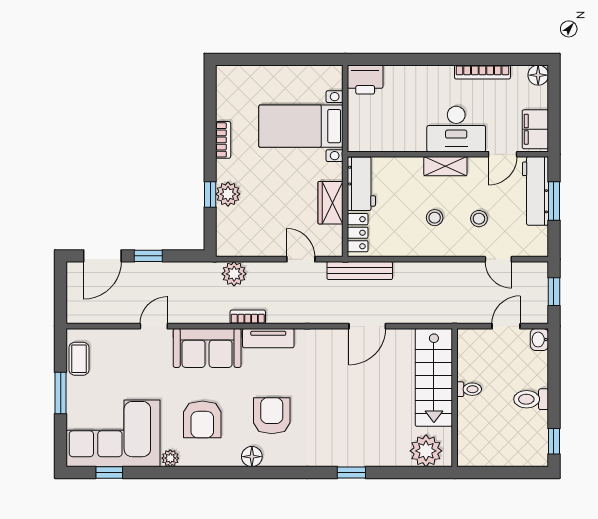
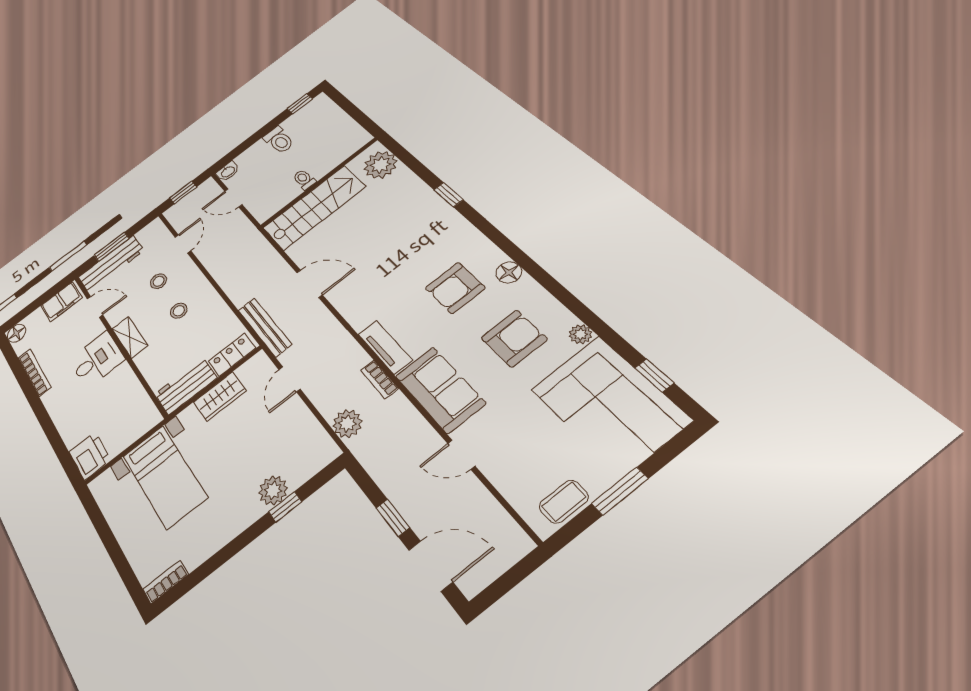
desk: (456, 129) -> (97, 359), width x0.73
bookcase: (223, 140) -> (166, 582), moved

